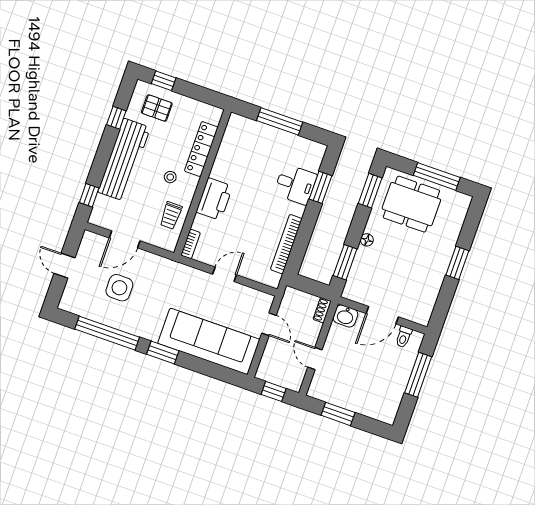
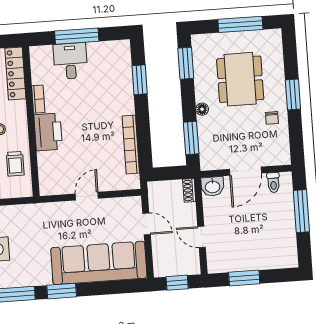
locker: (201, 149) -> (15, 73), moved
desk: (295, 184) -> (70, 61), moved, turned -90
dining table: (411, 204) -> (240, 79), moved, turned 90
bookcase: (191, 244) -> (38, 99), moved
chair: (428, 276) -> (272, 118), added

